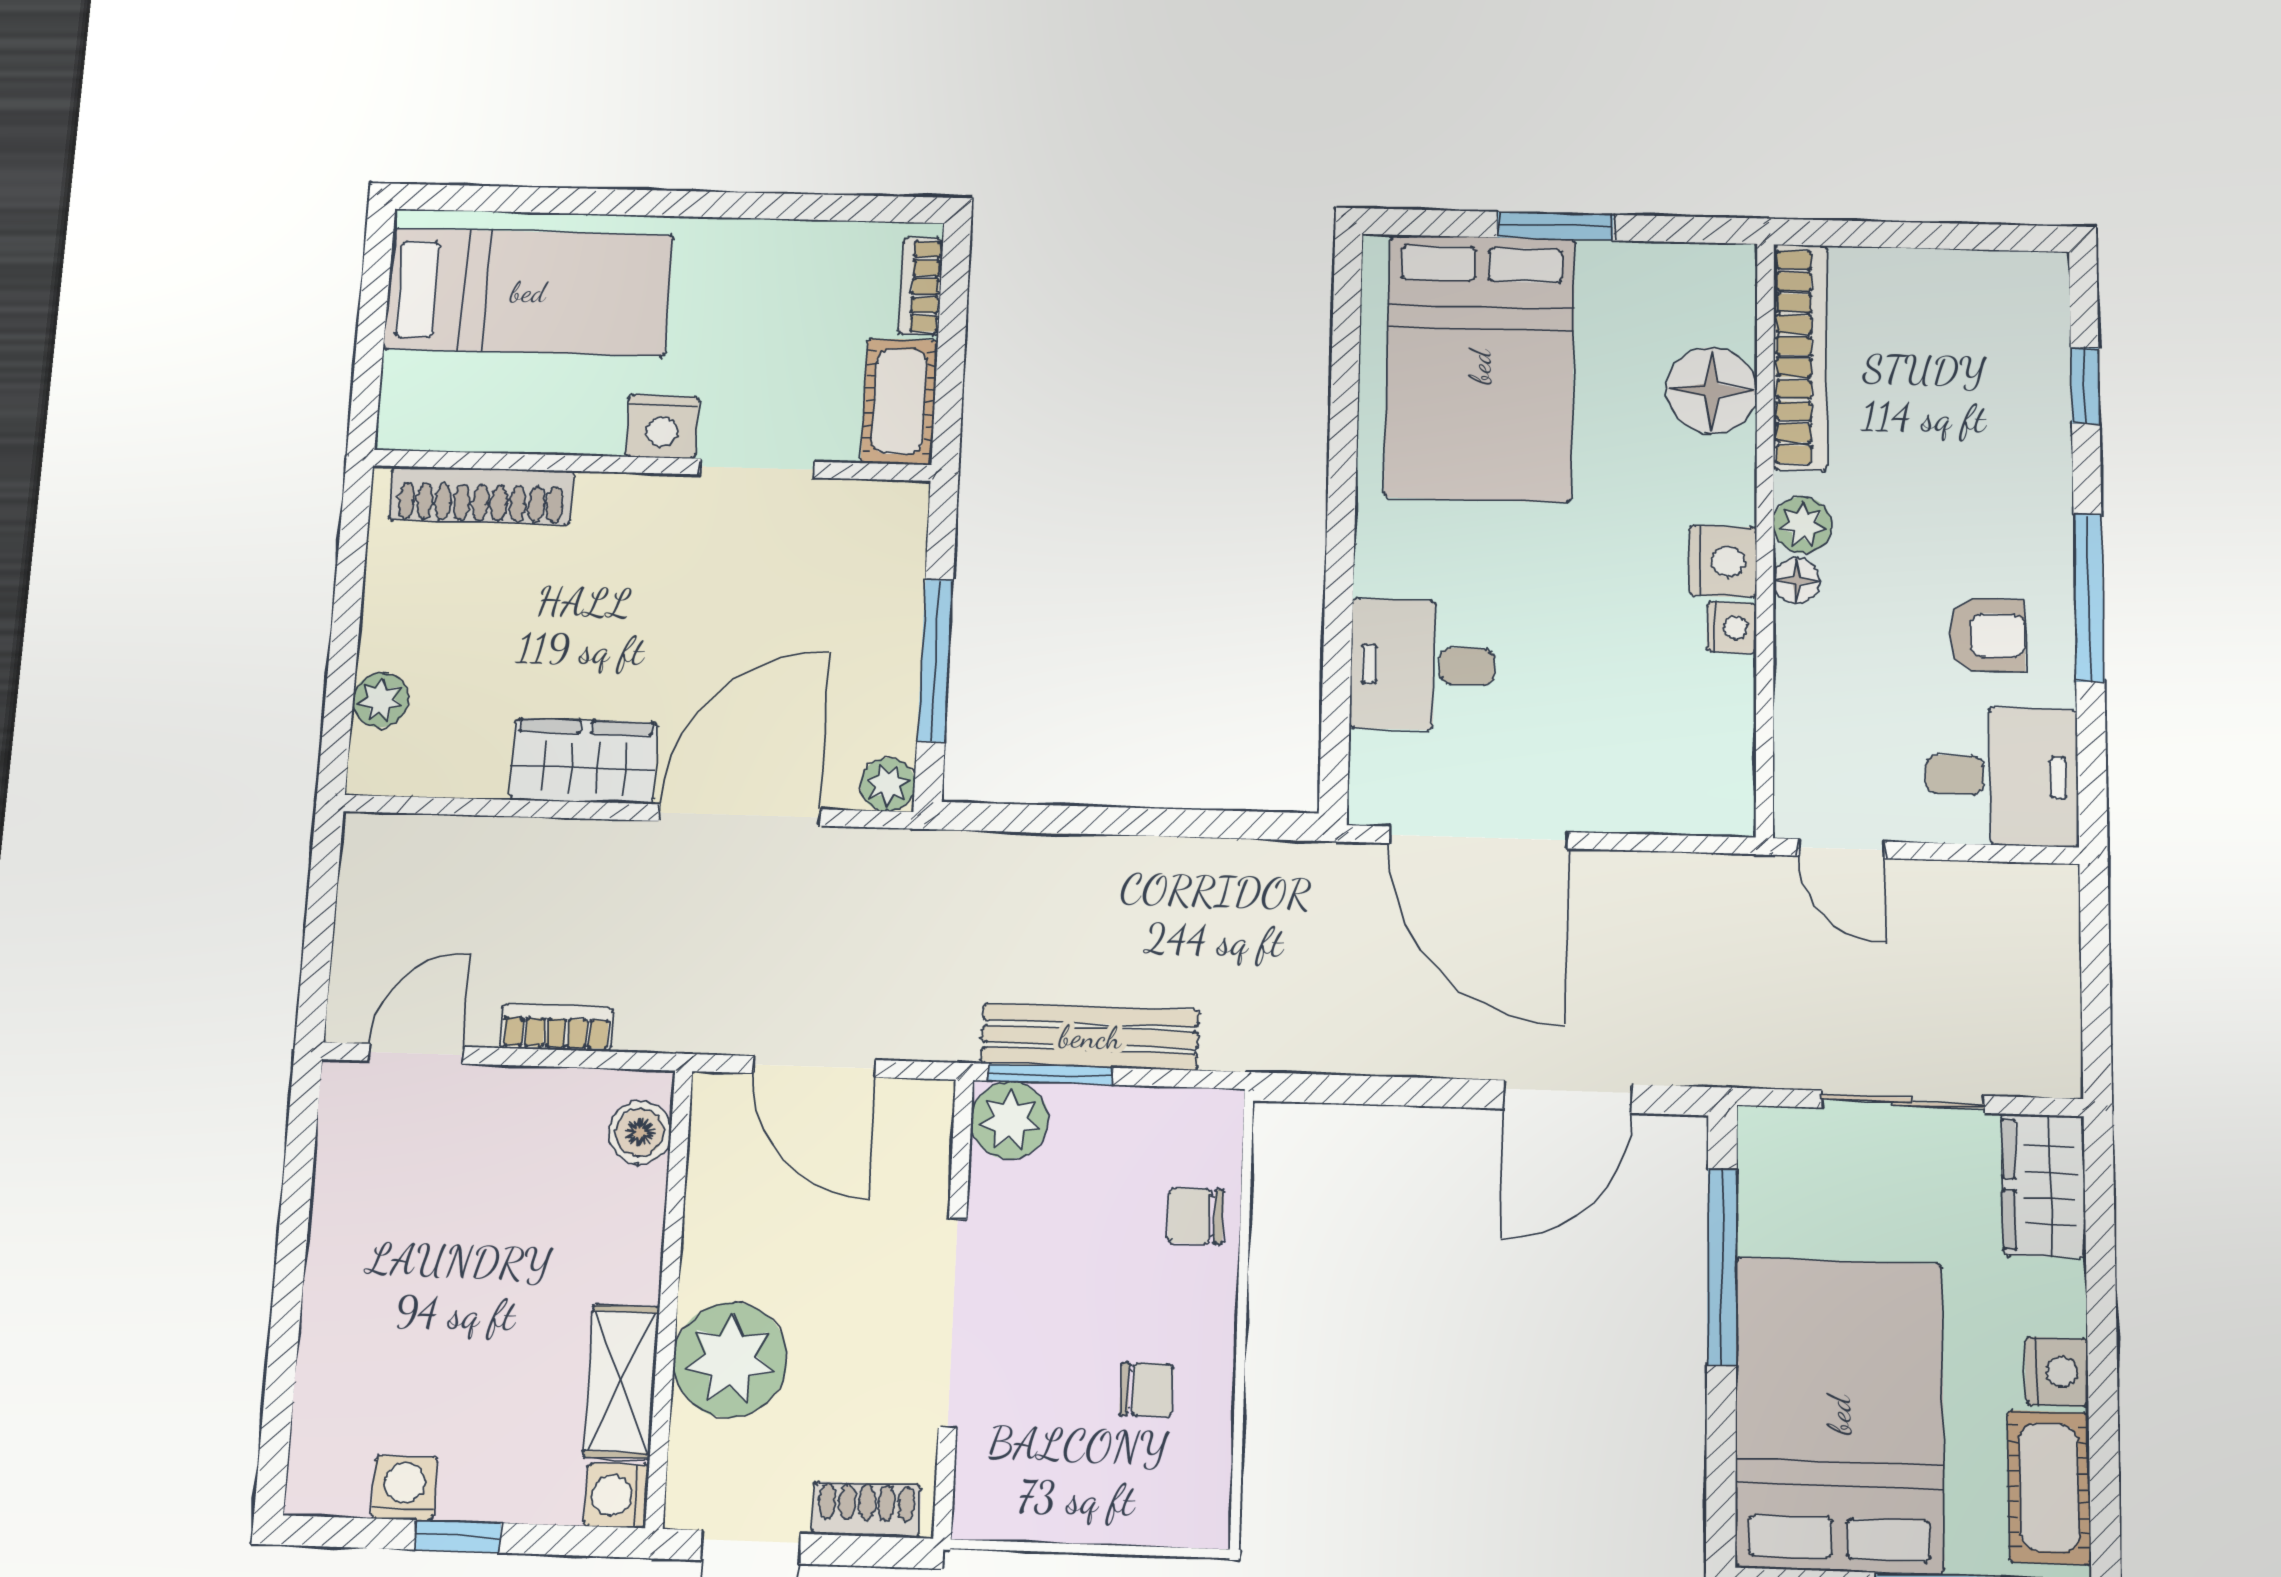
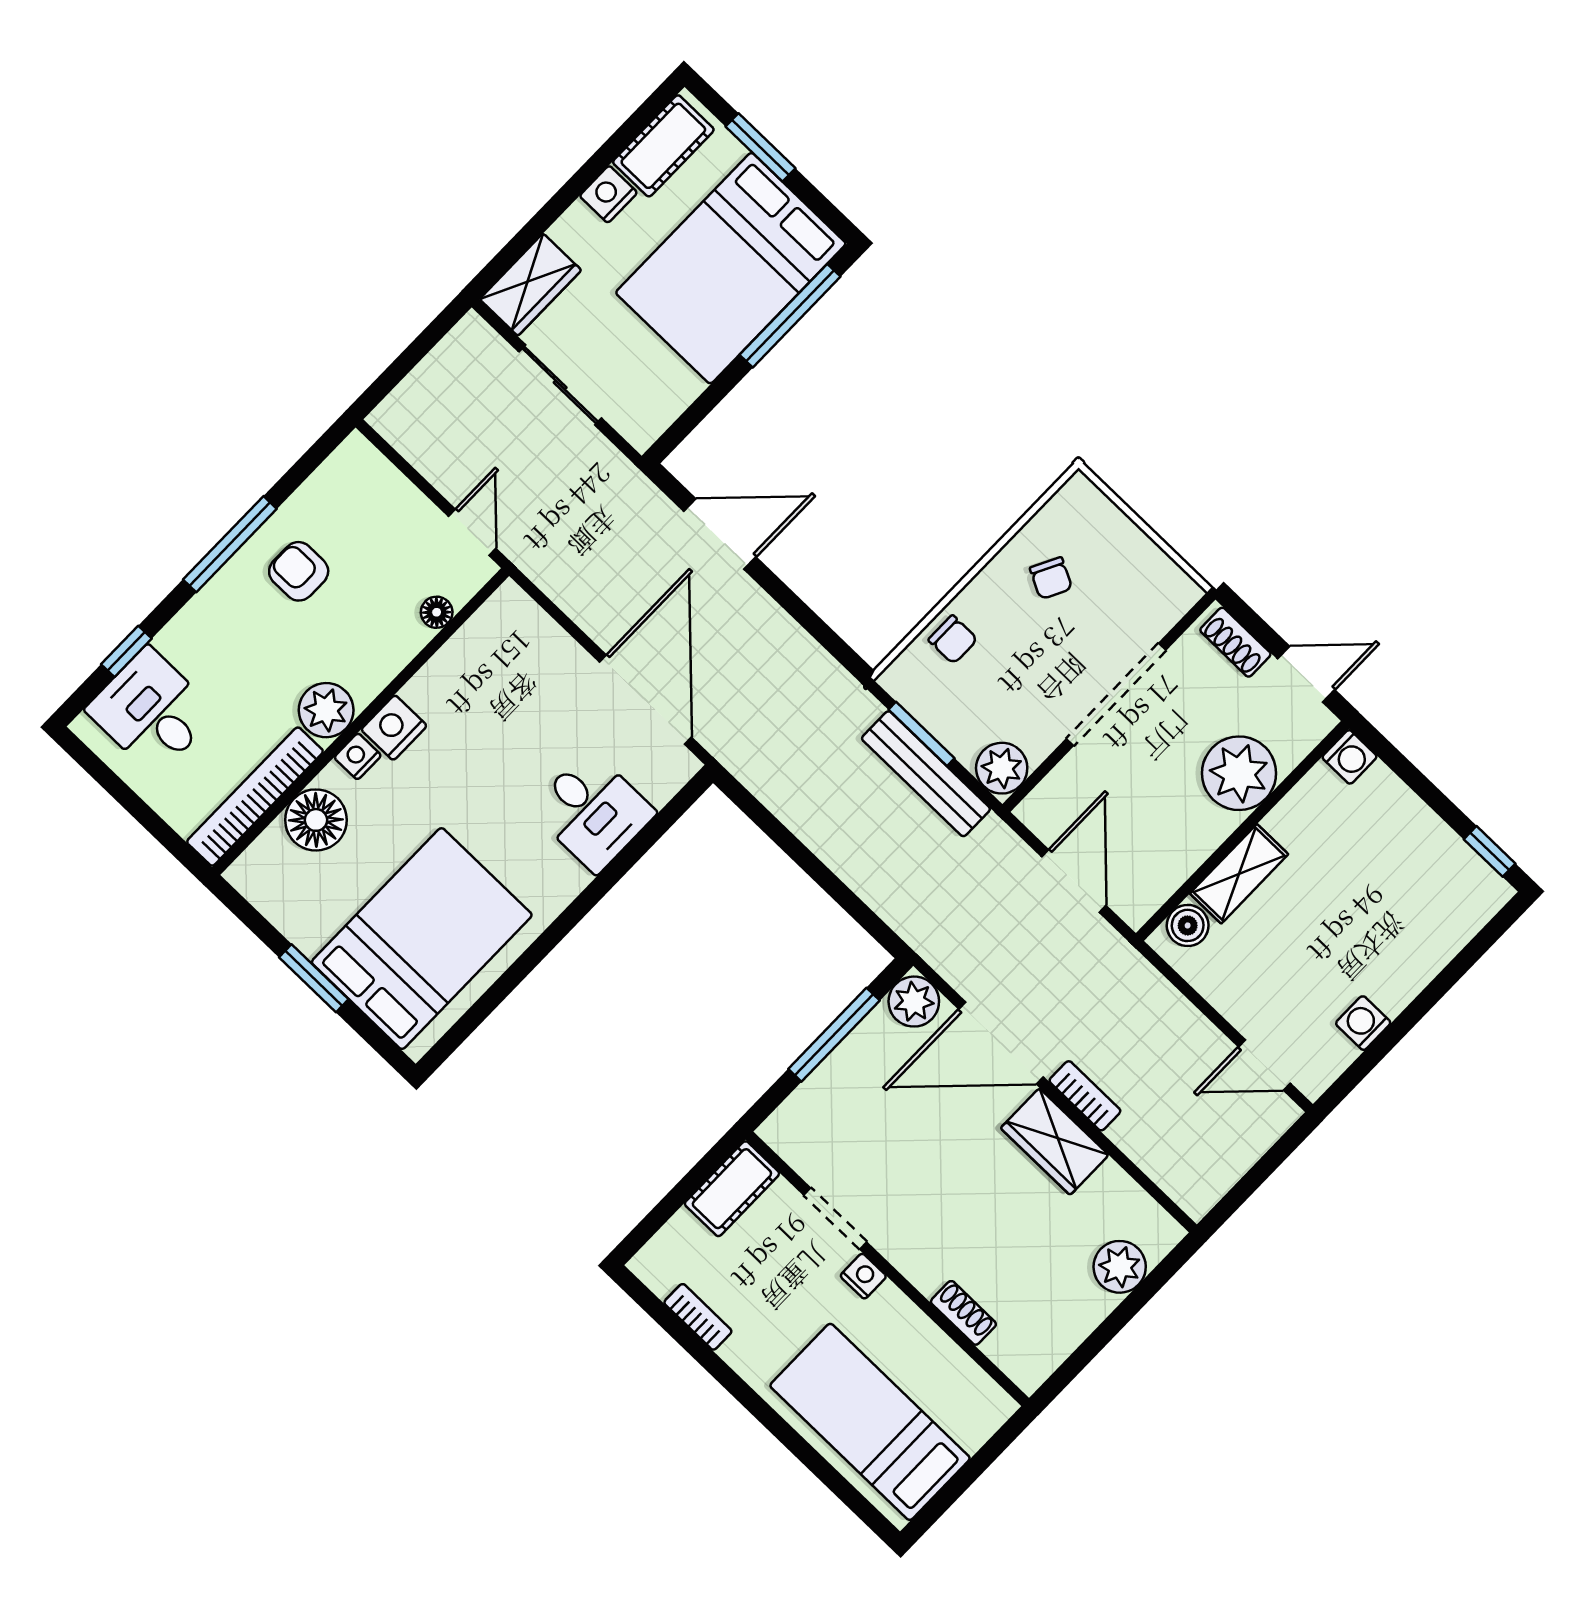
bookcase: (921, 286) -> (698, 1317), moved, turned -90
nightstand: (662, 427) -> (863, 1276), width x0.72, depth x0.74
shoe rack: (481, 496) -> (963, 1313), width x0.51, depth x0.81
plant: (1803, 525) -> (326, 710), width x1.38, depth x1.38
floor lamp: (1796, 581) -> (437, 612), moved
nightstand: (1732, 628) -> (358, 756), moved
plant: (381, 700) -> (1120, 1267), width x1.38, depth x1.38
desk: (2002, 776) -> (151, 711), moved
plant: (888, 785) -> (914, 1002), width x1.38, depth x1.38
bookcase: (556, 1028) -> (1085, 1096), moved, turned 180
window: (1050, 1074) -> (921, 734), moved
window: (1722, 1267) -> (790, 316), moved
shelving: (621, 1382) -> (1239, 874), moved
chair: (1147, 1389) -> (1051, 578), turned -153
washing machine: (405, 1488) -> (1363, 1023), moved, turned 90
window: (458, 1536) -> (1490, 851), moved

